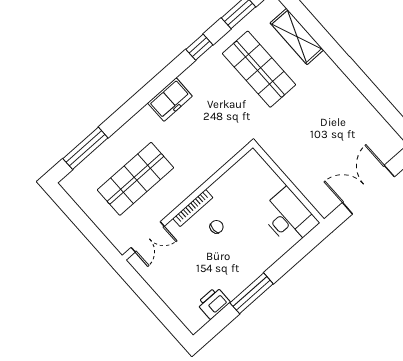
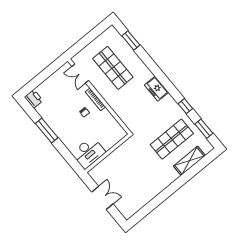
window: (85, 148) -> (131, 40), width x0.69
double door: (368, 190) -> (102, 198), width x0.73
printer: (213, 303) -> (34, 99), moved

